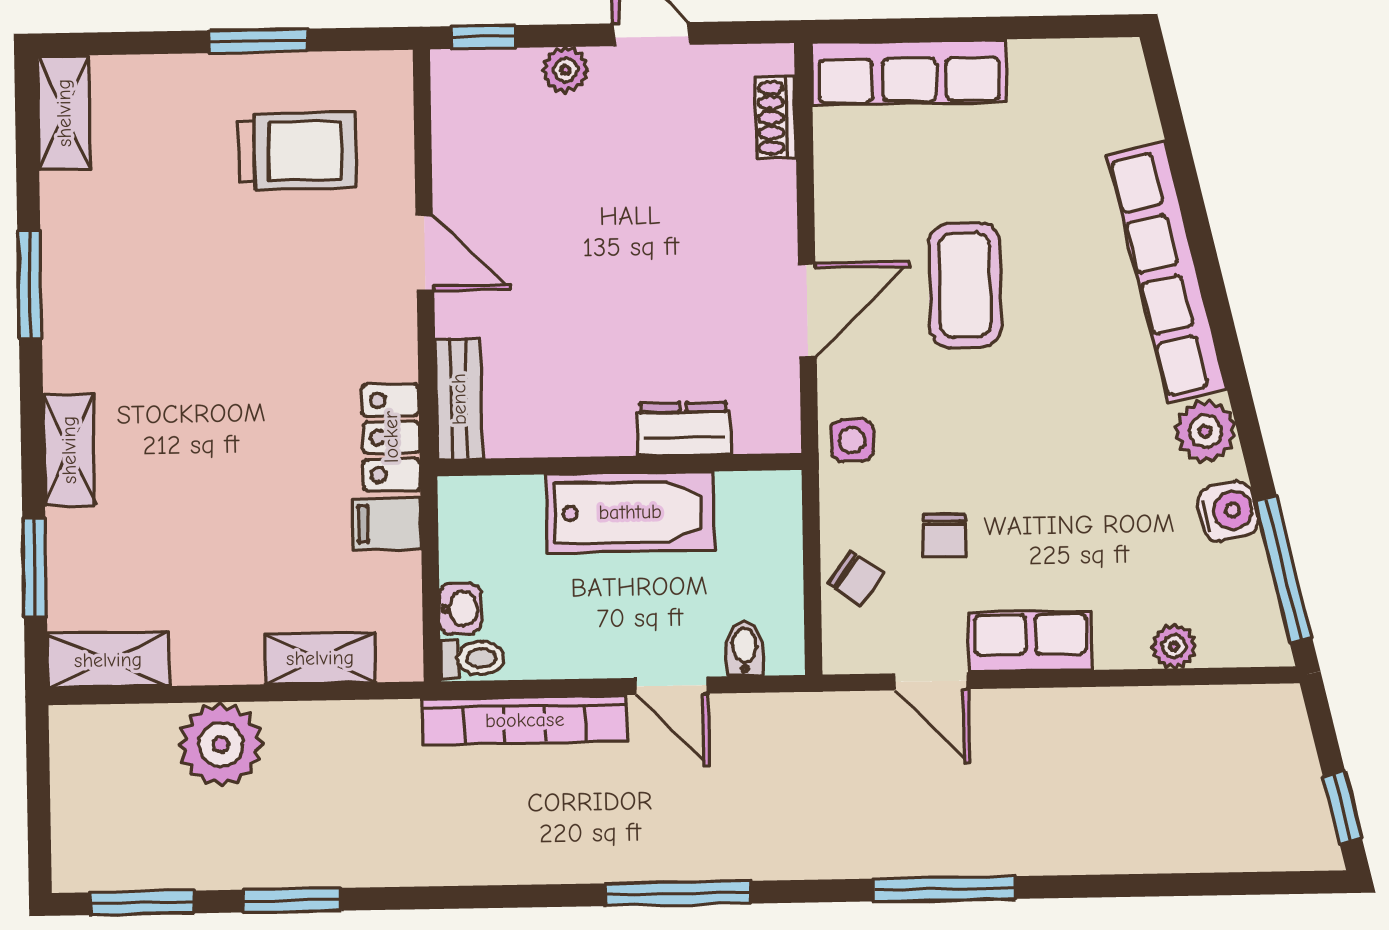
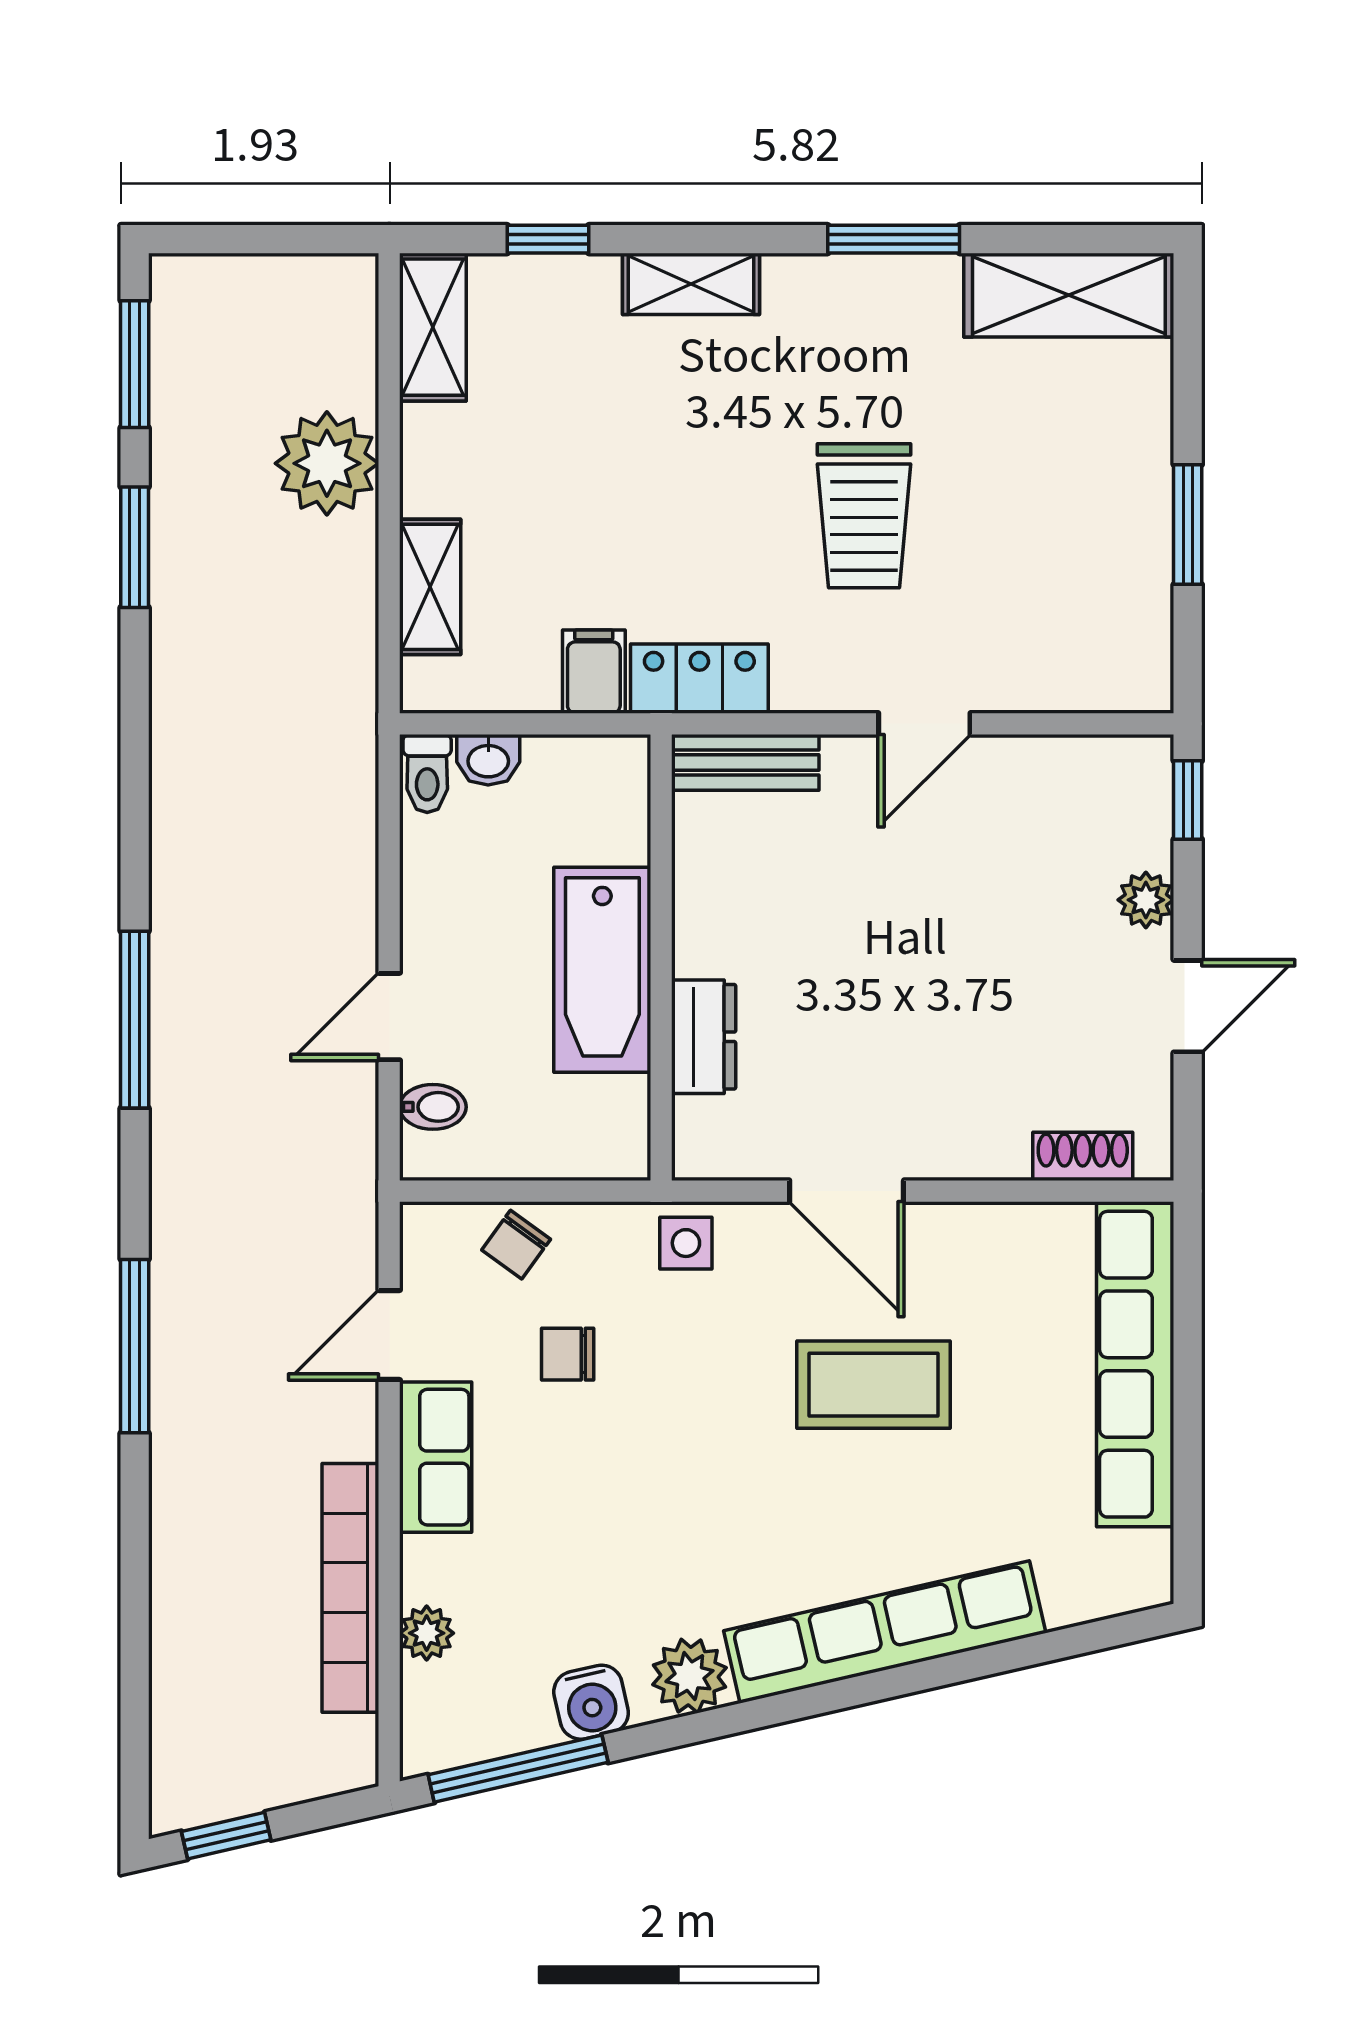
row of seats: (909, 72) -> (1135, 1364), width x1.36
shelving: (64, 113) -> (1069, 295), width x1.50, depth x1.33
trolley: (297, 151) -> (864, 516), moved
window: (35, 567) -> (548, 239), width x0.67
bookcase: (525, 720) -> (350, 1588), moved

